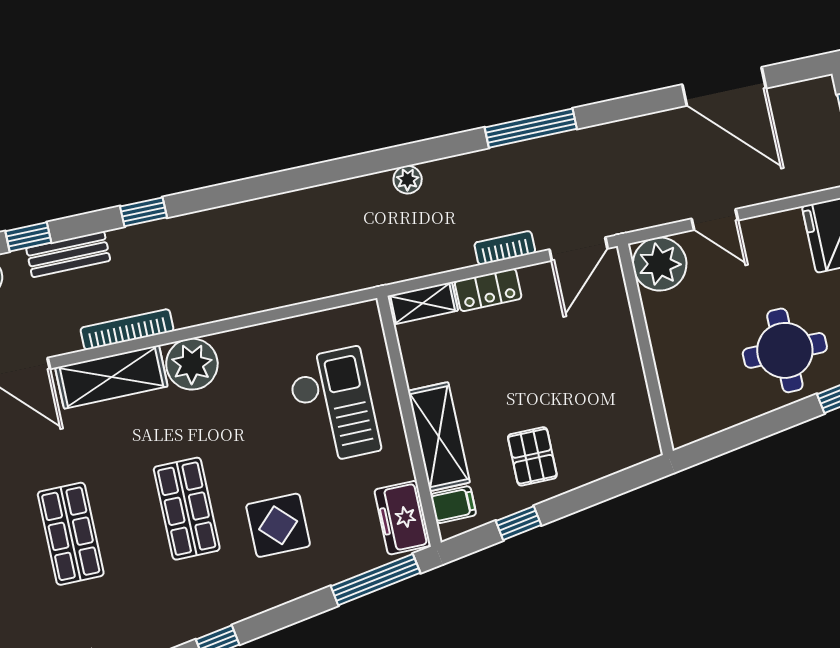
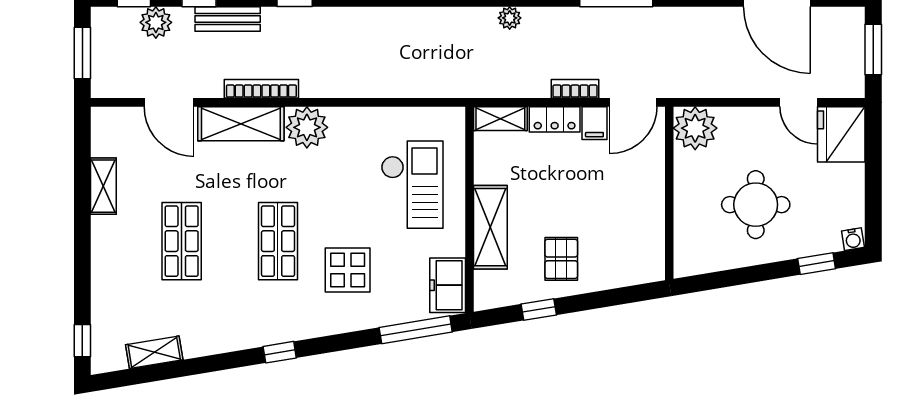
door: (715, 220) -> (798, 102), moved
round table: (785, 350) -> (756, 205), moved
filing cabinet: (453, 505) -> (594, 123), moved, turned 90

